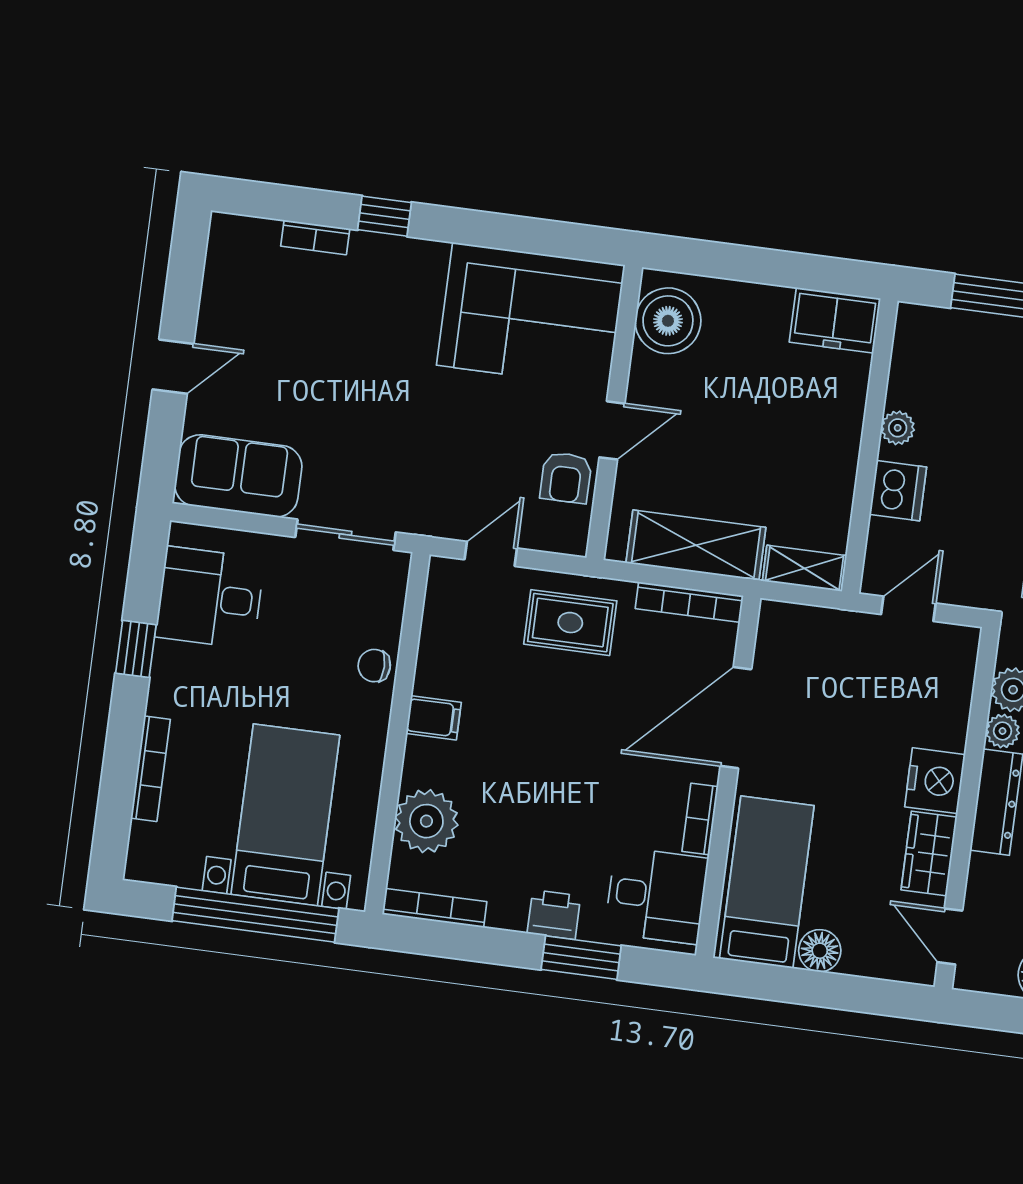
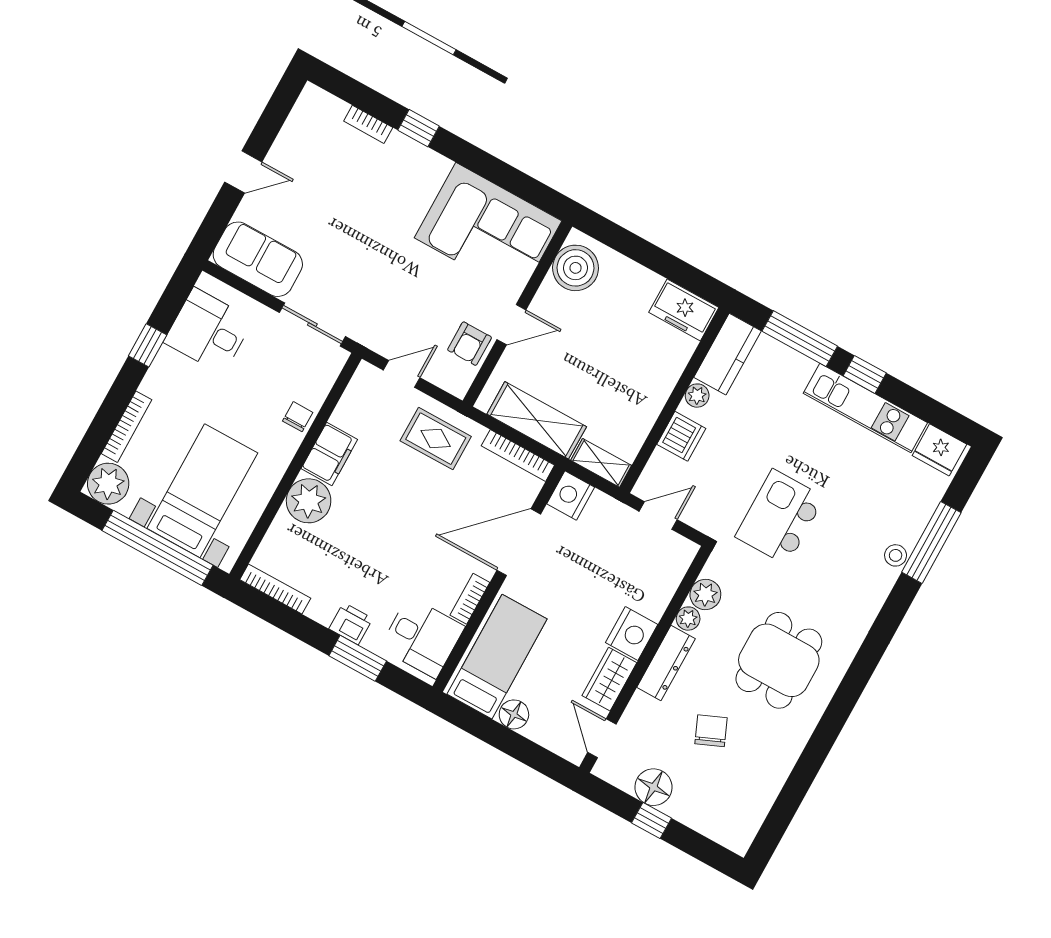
kitchen counter: (917, 357) -> (728, 354), added
nightstand: (781, 628) -> (571, 496), added
chair: (374, 666) -> (298, 417), turned 90
filing cabinet: (434, 718) -> (329, 454), width x2.00
plant: (426, 821) -> (309, 501), moved
plant: (156, 855) -> (108, 484), added

